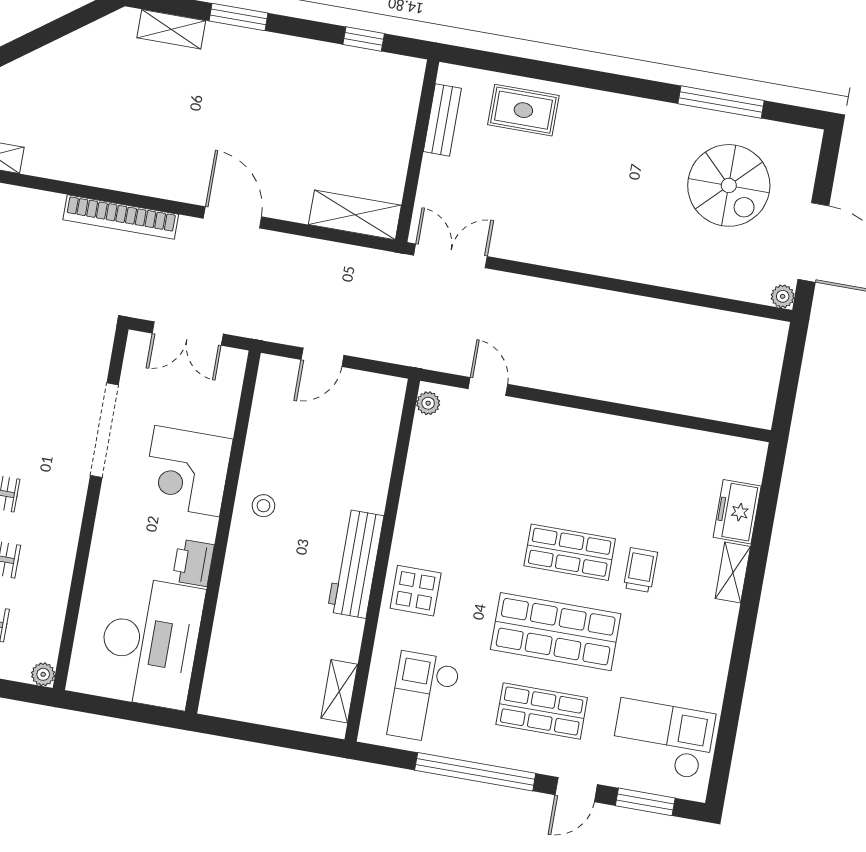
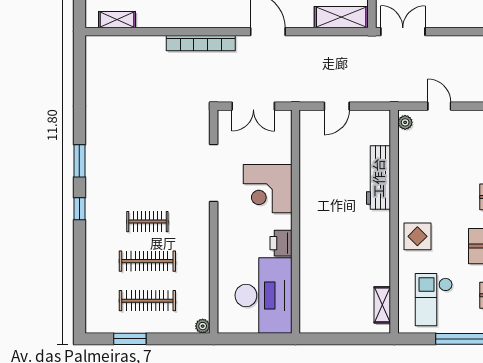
stool: (263, 506) -> (317, 201), removed
workbench: (355, 564) -> (378, 178), moved

